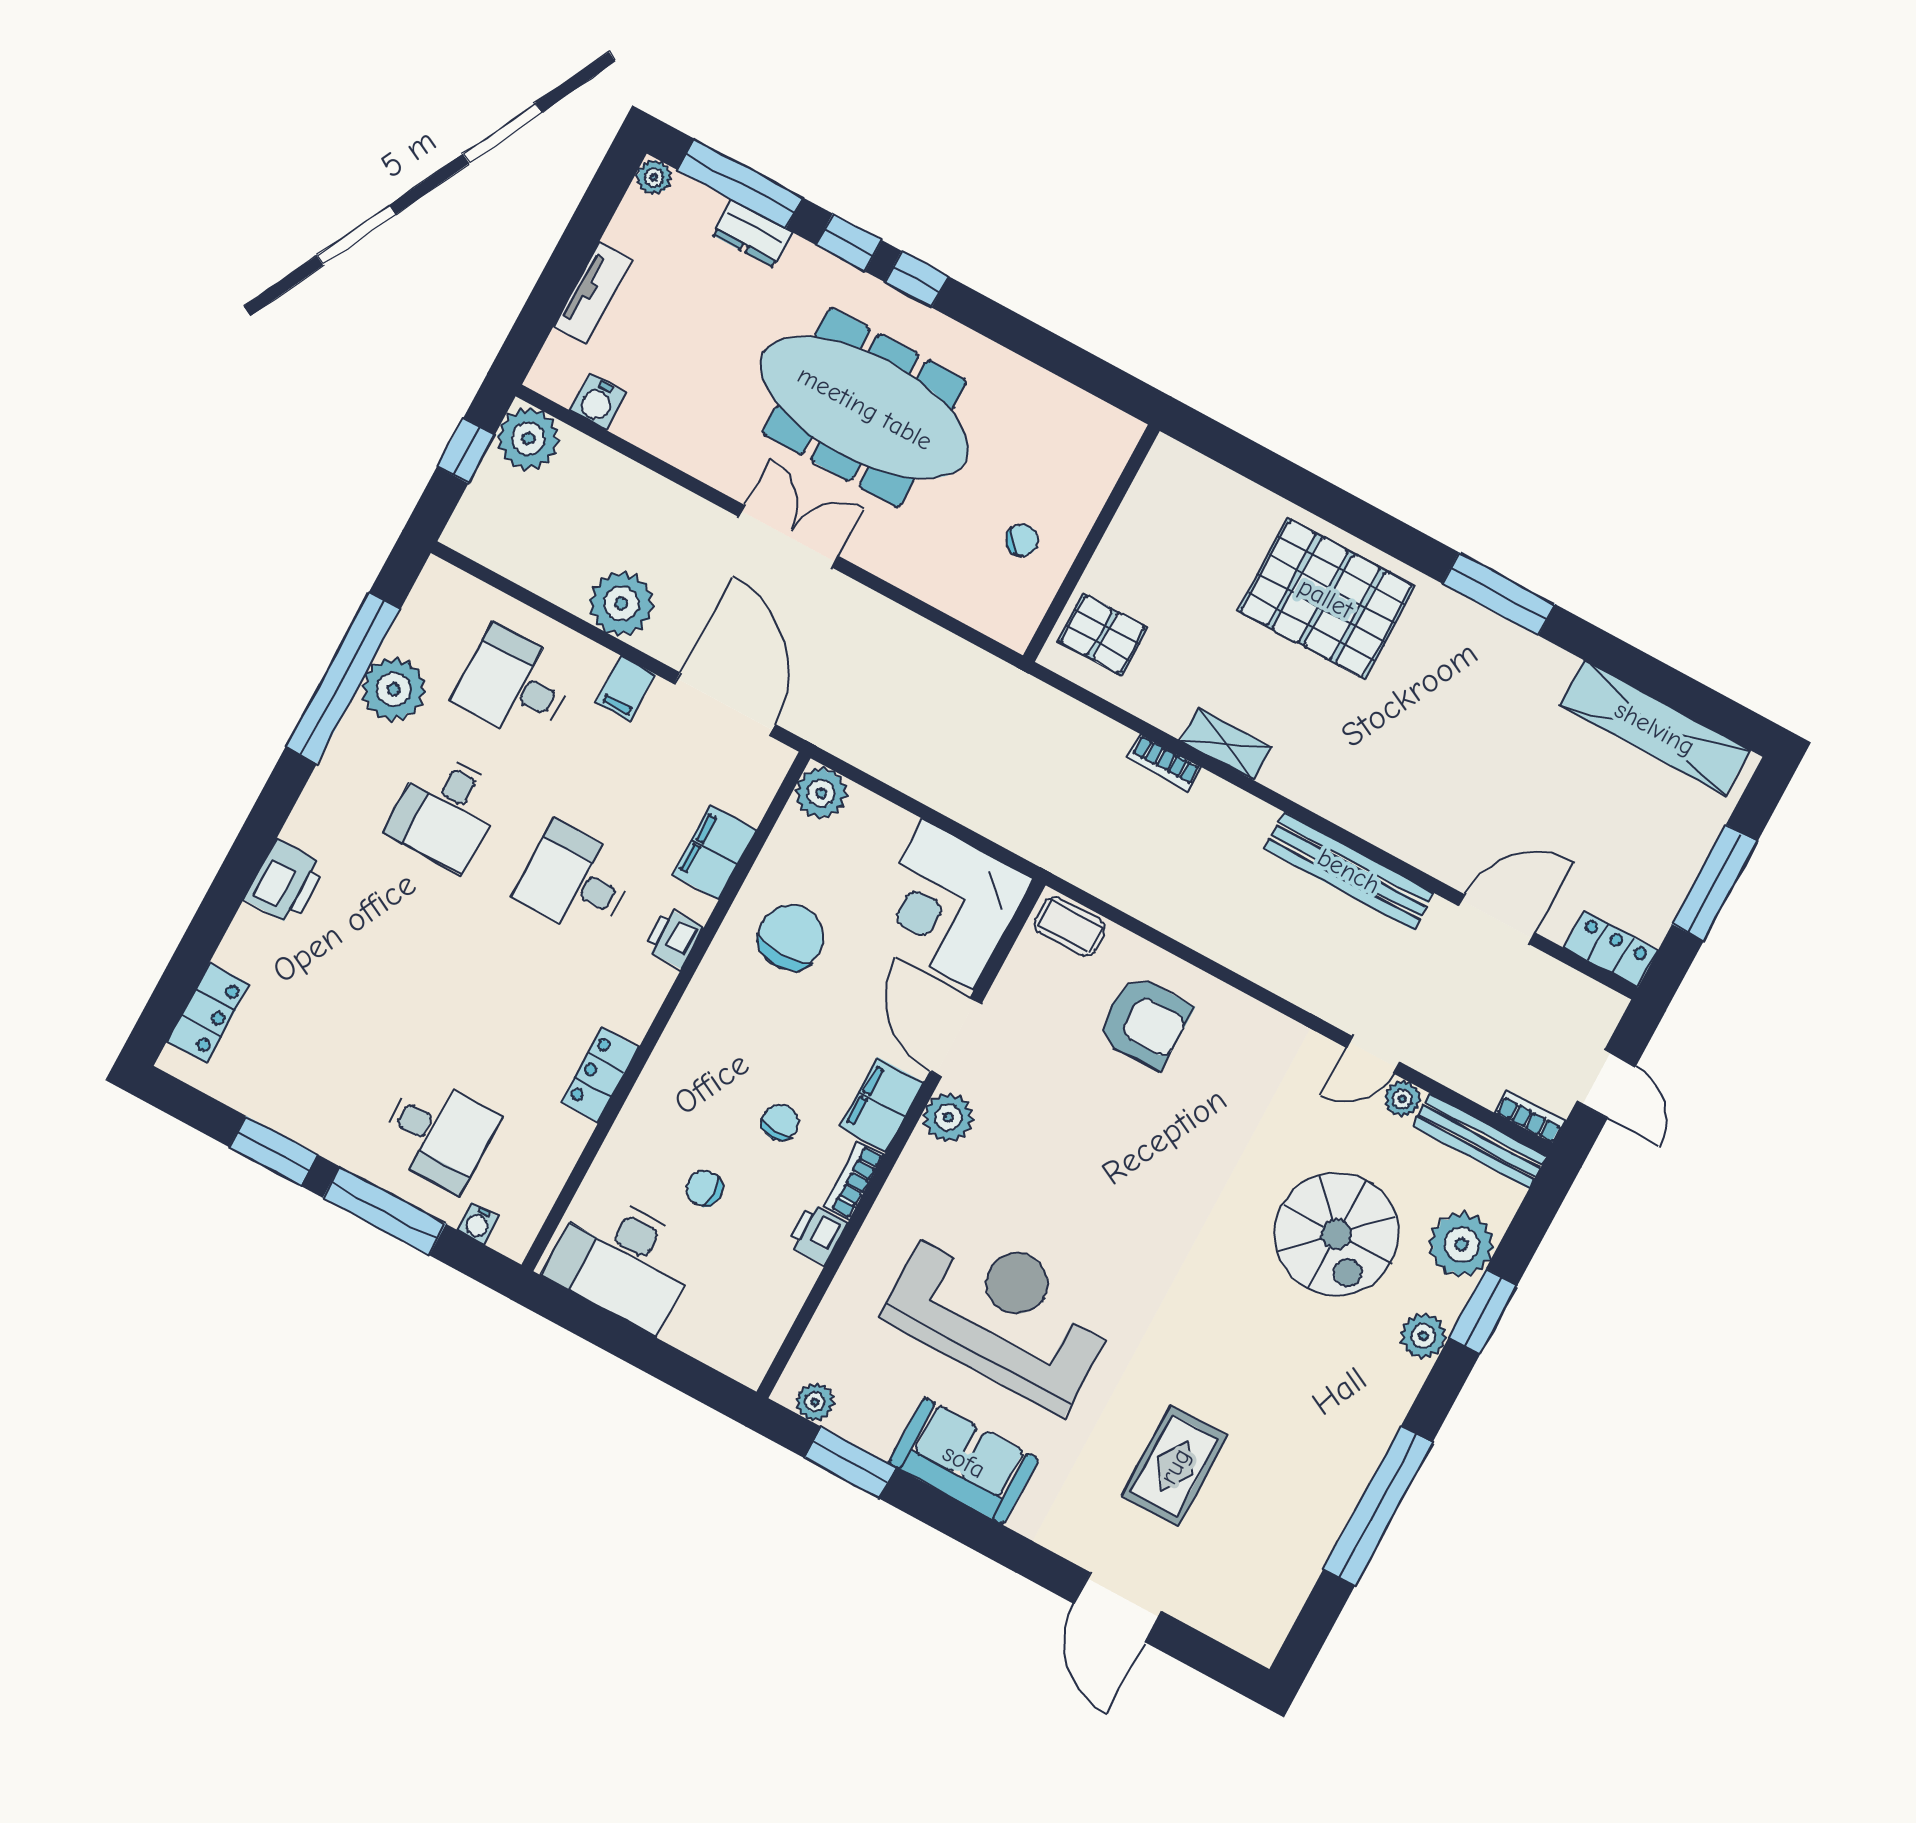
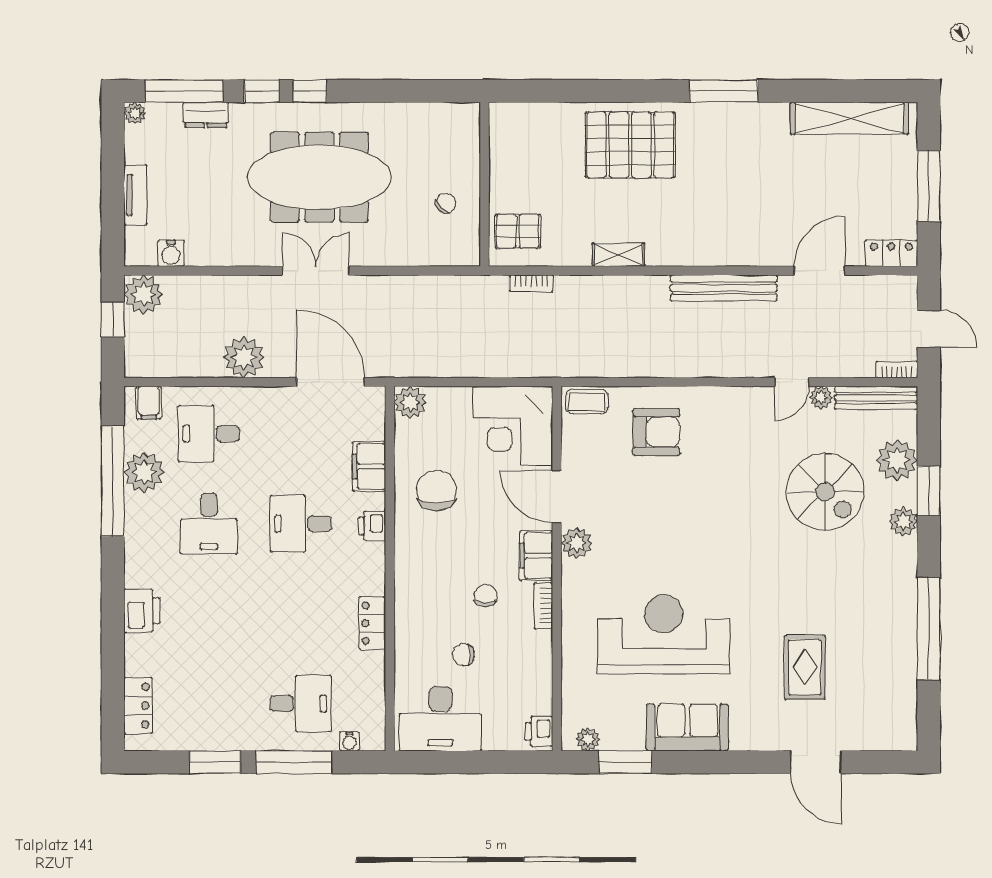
filing cabinet: (626, 688) -> (149, 403), moved
bookcase: (1164, 763) -> (531, 283), moved
printer: (817, 1234) -> (539, 731), moved

